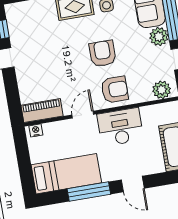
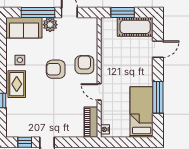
plant: (162, 90) -> (91, 29), removed
desk: (120, 127) -> (113, 65), removed
door: (133, 184) -> (158, 49), moved

